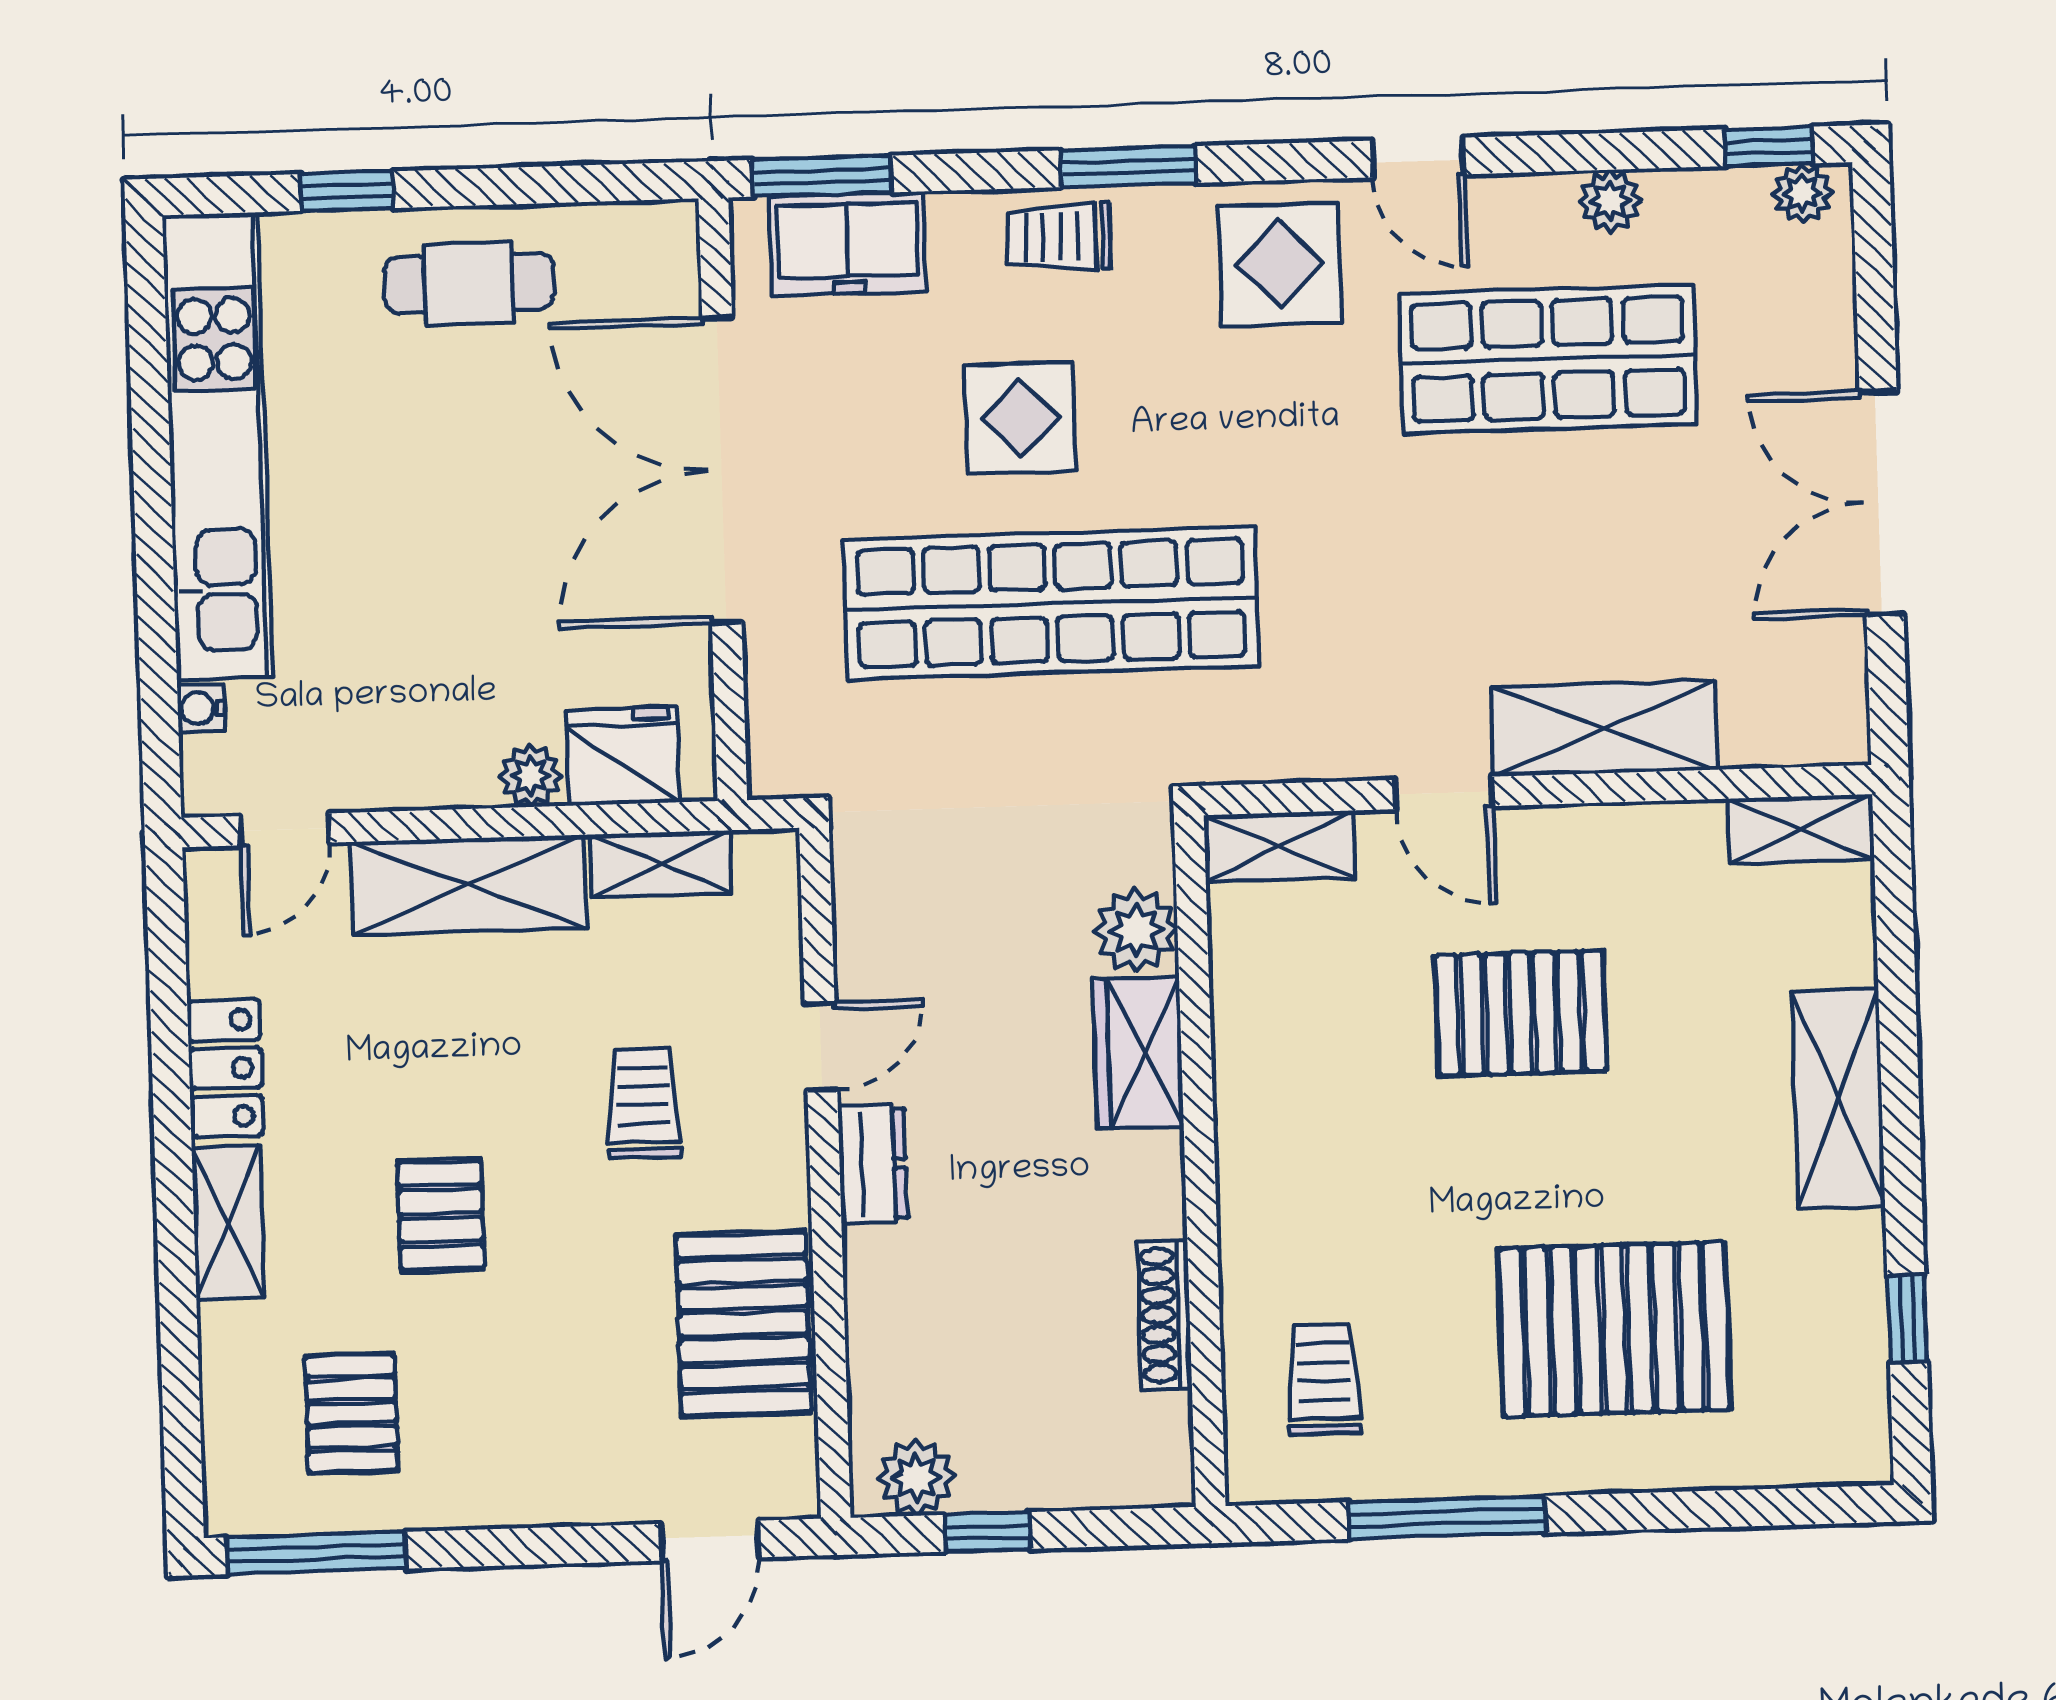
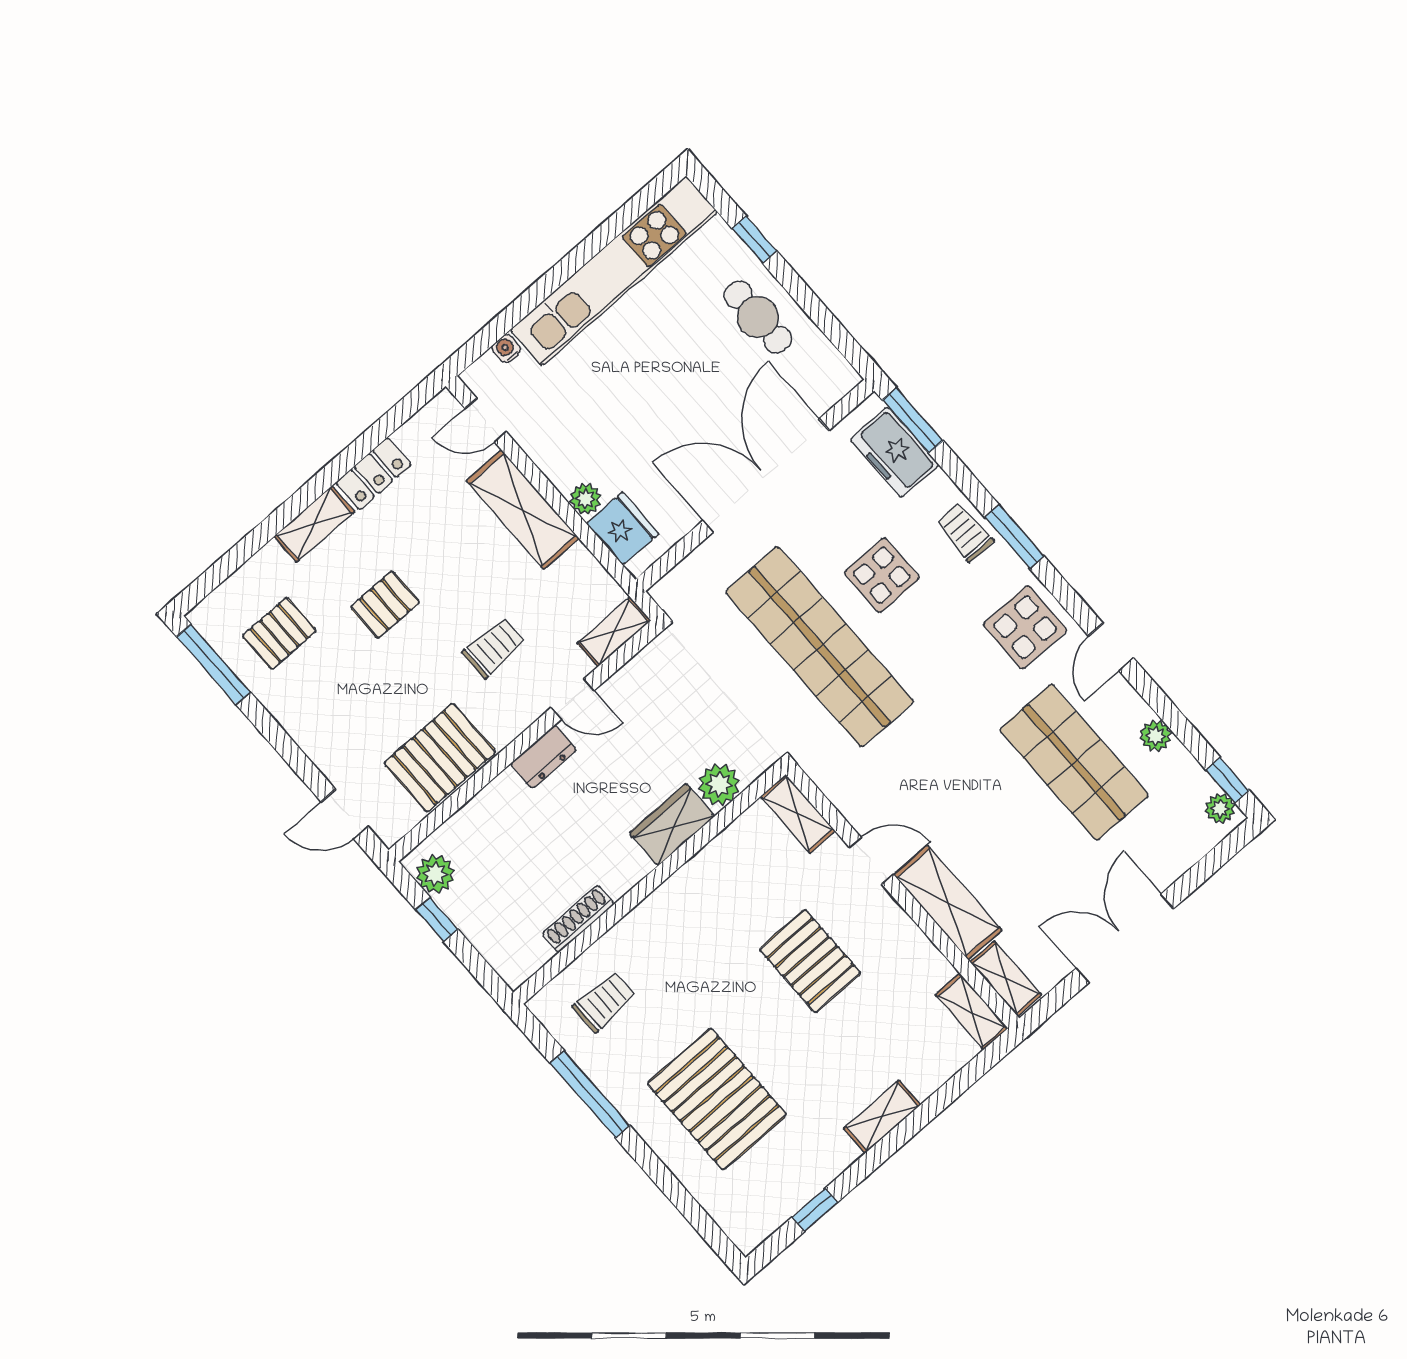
shelving: (1794, 735) -> (1006, 979), added
door: (1444, 793) -> (871, 861), swing flipped
shelving: (661, 864) -> (614, 632), moved, turned 90
shelving: (1838, 1099) -> (882, 1117), width x0.67, depth x0.75

